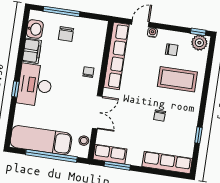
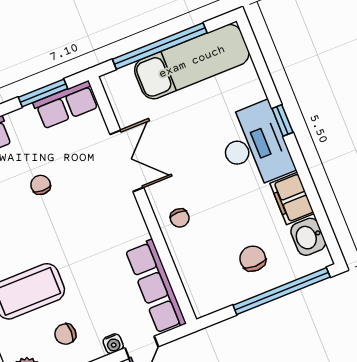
window: (61, 11) -> (282, 291), width x1.46
row of seats: (116, 56) -> (156, 287), width x0.73
double door: (97, 112) -> (127, 161), swing flipped
chair: (160, 116) -> (41, 185), moved
stool: (84, 141) -> (122, 102), removed

